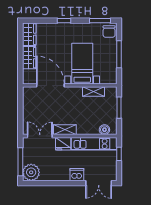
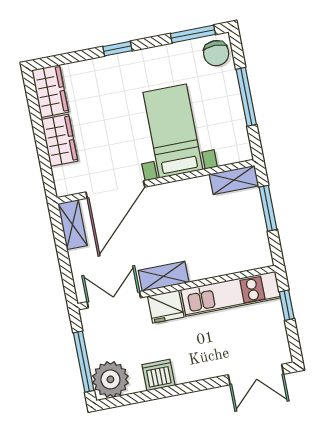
door: (50, 85) -> (115, 190), swing flipped
shelving: (93, 92) -> (234, 180), moved
shelving: (28, 98) -> (72, 225), added
boiler: (104, 130) -> (246, 260), removed
dishwasher: (77, 175) -> (158, 375), moved

